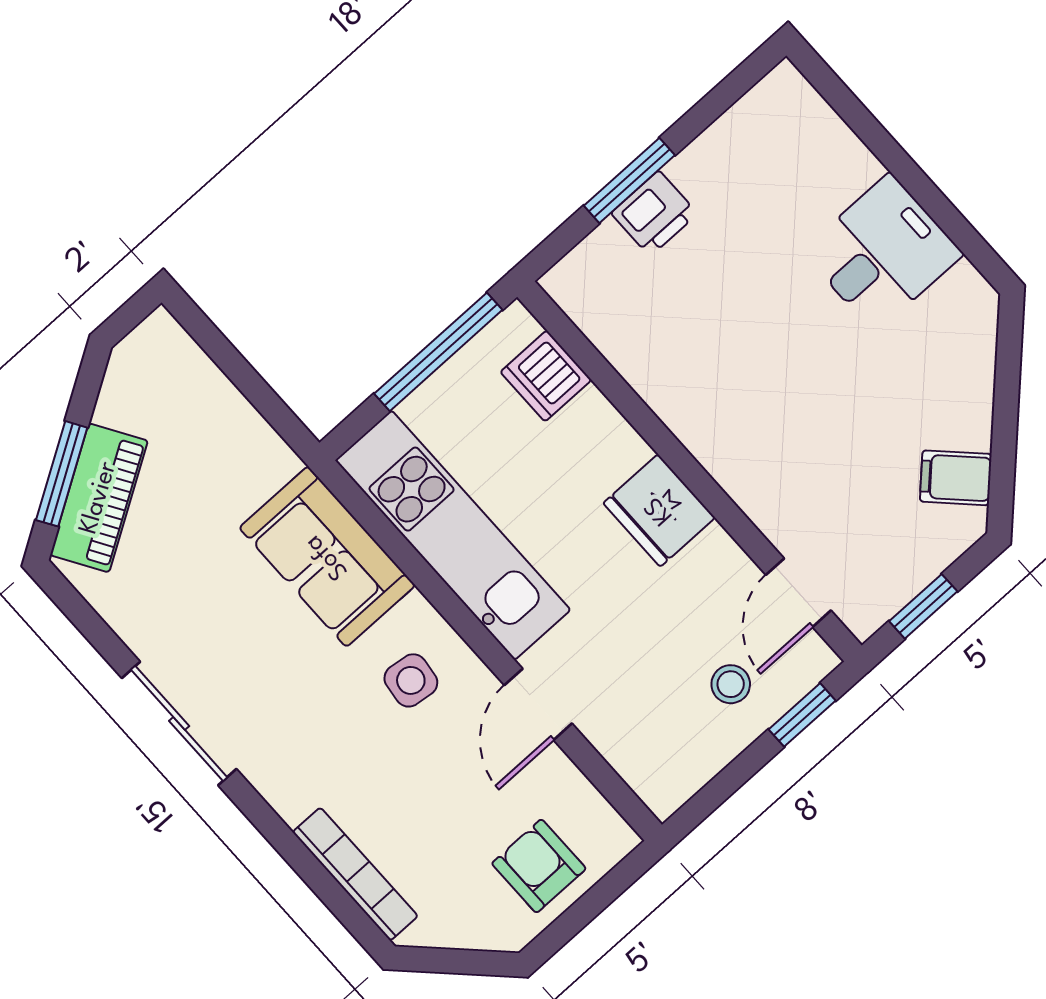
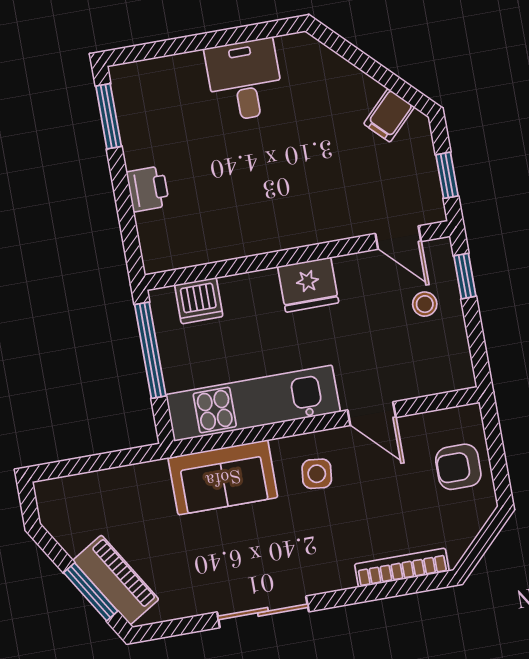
window: (629, 180) -> (109, 116), moved

